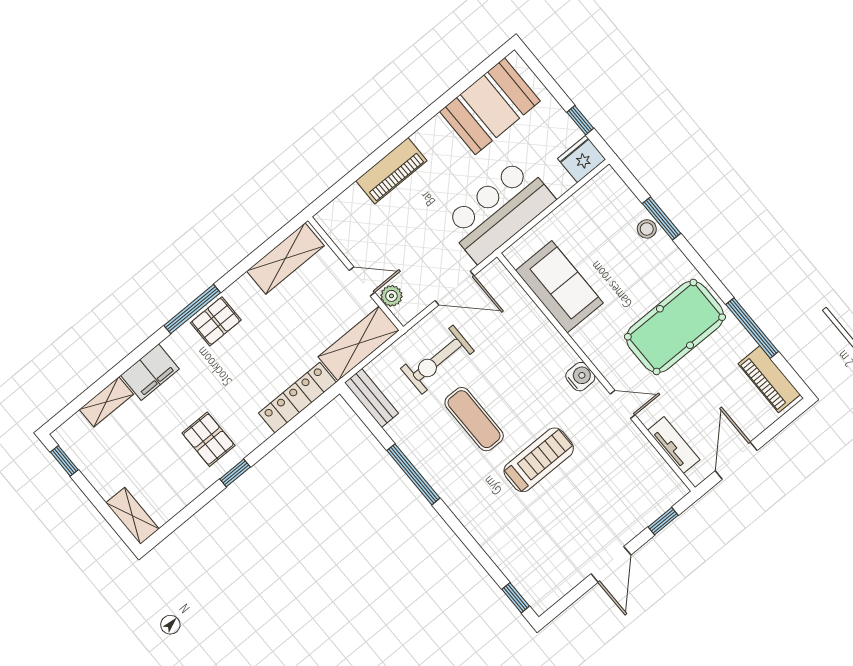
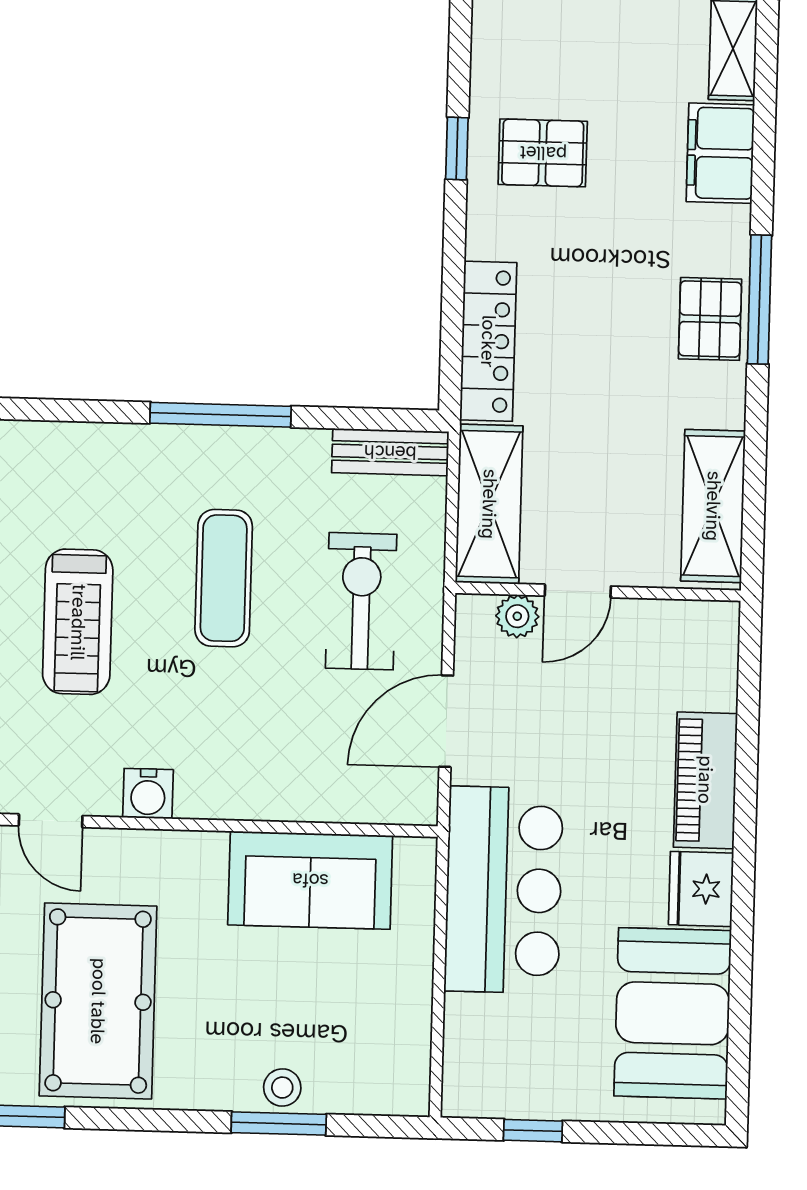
fridge: (582, 159) -> (701, 889), moved, turned 180
door: (623, 404) -> (51, 821), hinge flipped
exercise mat: (474, 419) -> (224, 578), turned 90

